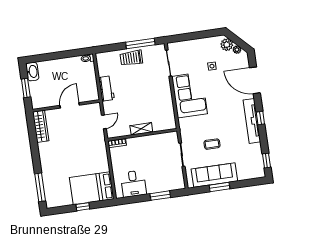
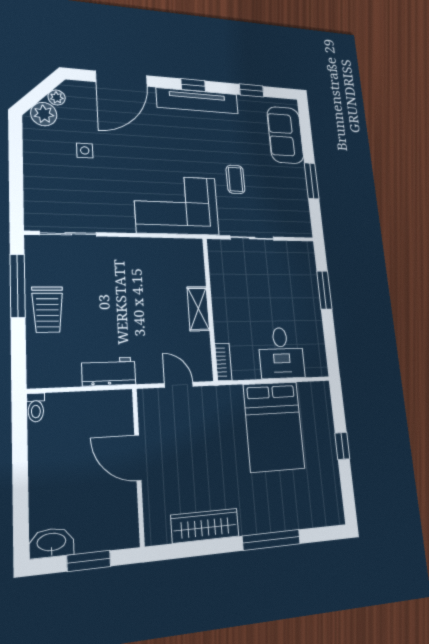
corner sofa: (189, 95) -> (176, 205), moved
wardrobe: (41, 126) -> (205, 526), moved
window: (267, 161) -> (252, 90), moved
sofa: (214, 175) -> (285, 135), moved, width x0.73
desk: (133, 184) -> (281, 353), moved, turned 90
window: (40, 187) -> (271, 540), moved
bed: (92, 188) -> (274, 426), moved

